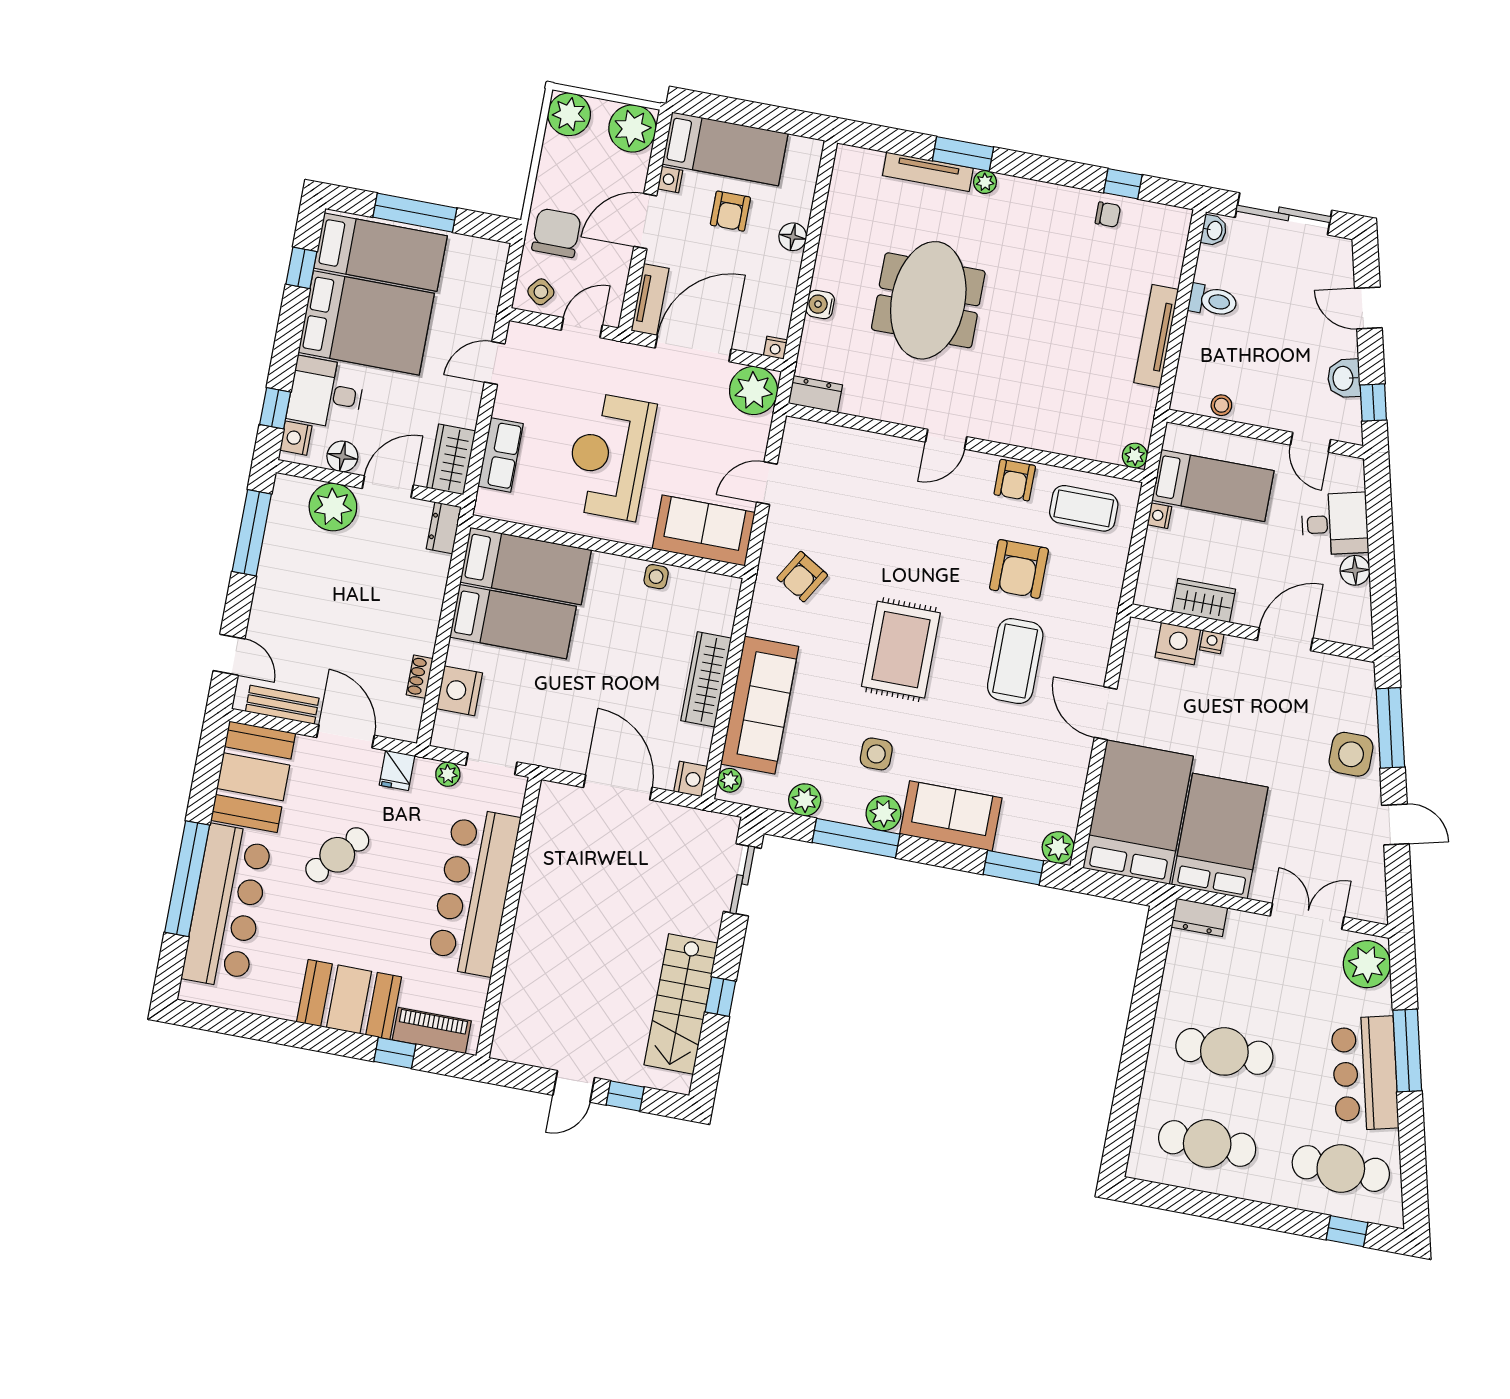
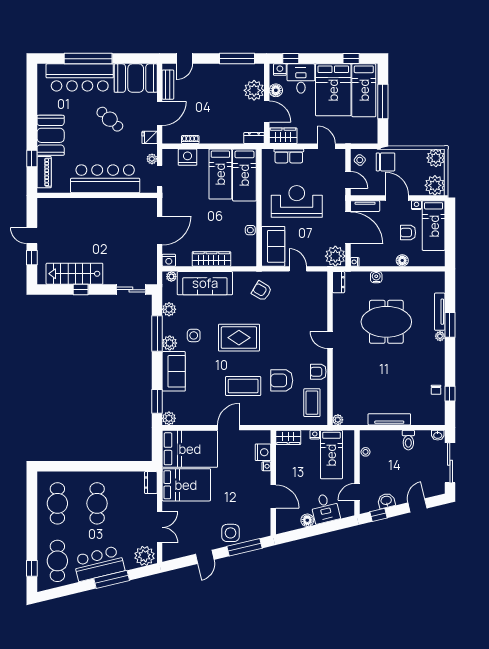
wardrobe: (1204, 600) -> (288, 437), moved, turned 90

